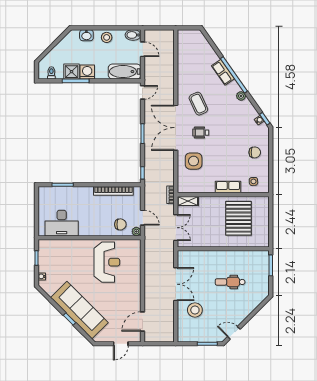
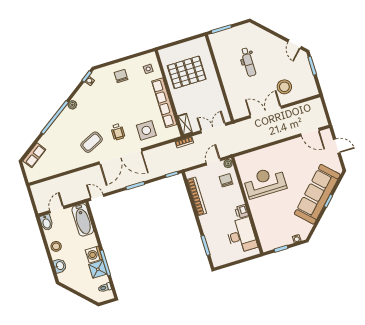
row of seats: (223, 72) -> (34, 155), moved
row of seats: (228, 187) -> (164, 103), width x2.02
printer: (85, 230) -> (242, 211), added

